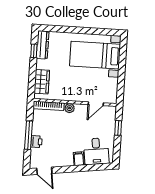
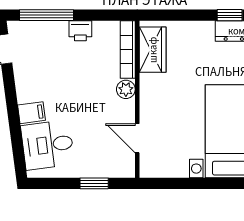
wardrobe: (42, 82) -> (153, 50), moved, turned -90
window: (28, 135) -> (46, 15), moved
printer: (36, 142) -> (80, 31), moved

